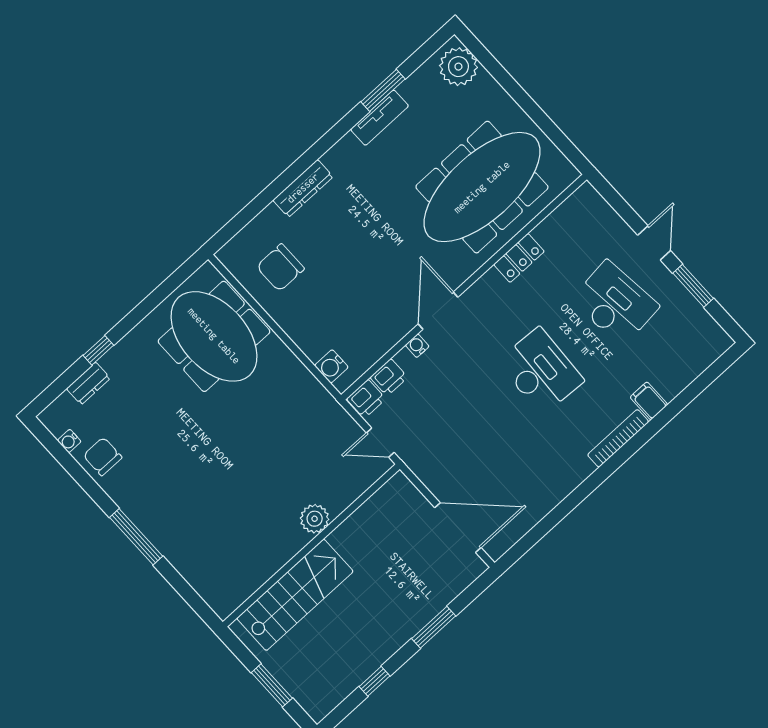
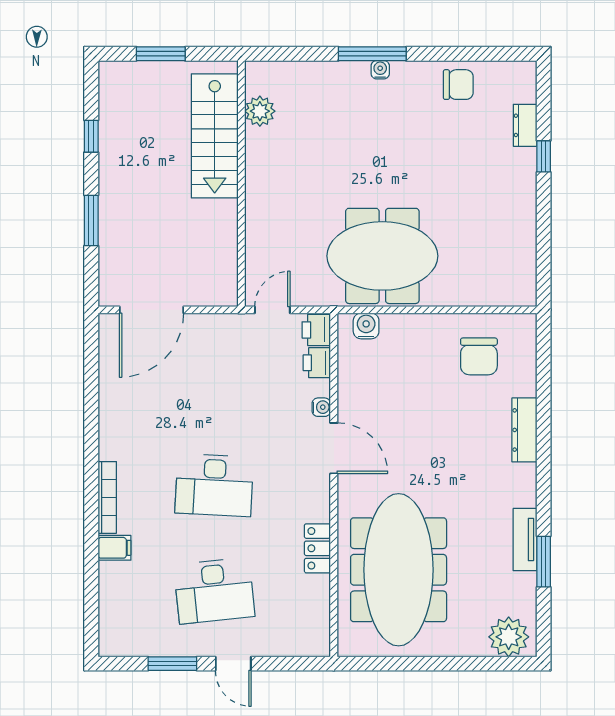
chair: (280, 268) -> (479, 356), turned 180
meeting table: (214, 336) -> (382, 256), moved
water cooler: (69, 441) -> (380, 70), moved
plant: (315, 519) -> (260, 111), moved

